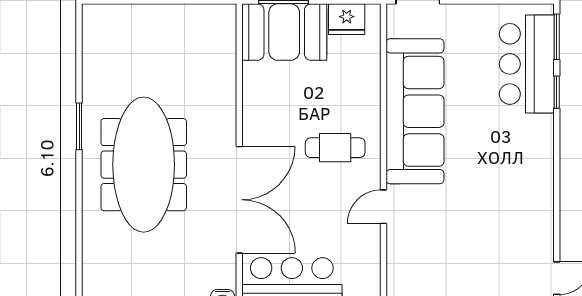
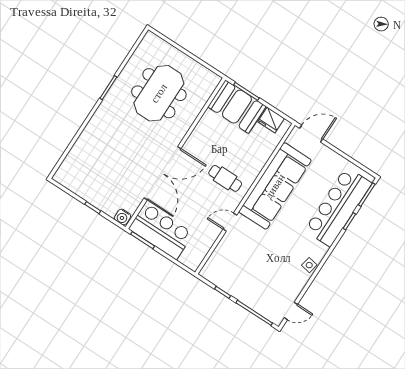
bar counter: (527, 64) -> (338, 207), width x1.36
meeting table: (144, 165) -> (159, 93), moved, width x0.73
side table: (540, 194) -> (309, 265), added

